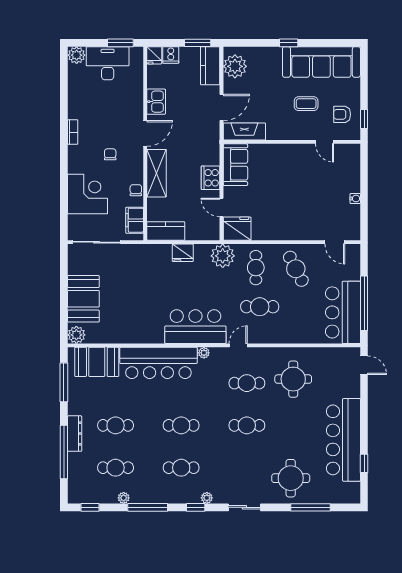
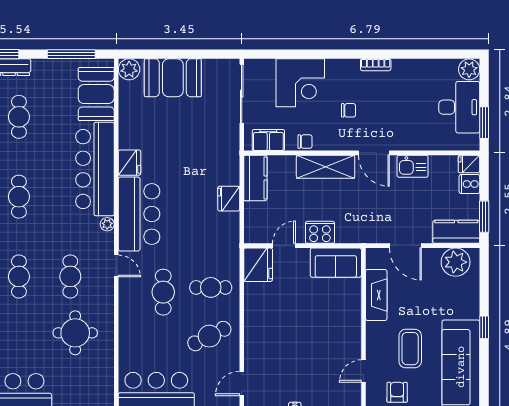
coffee table: (306, 104) -> (410, 349), width x1.36, depth x1.30
fireplace: (244, 131) -> (376, 295), moved
plant: (223, 256) -> (225, 247), removed
fridge: (153, 334) -> (129, 163), added

